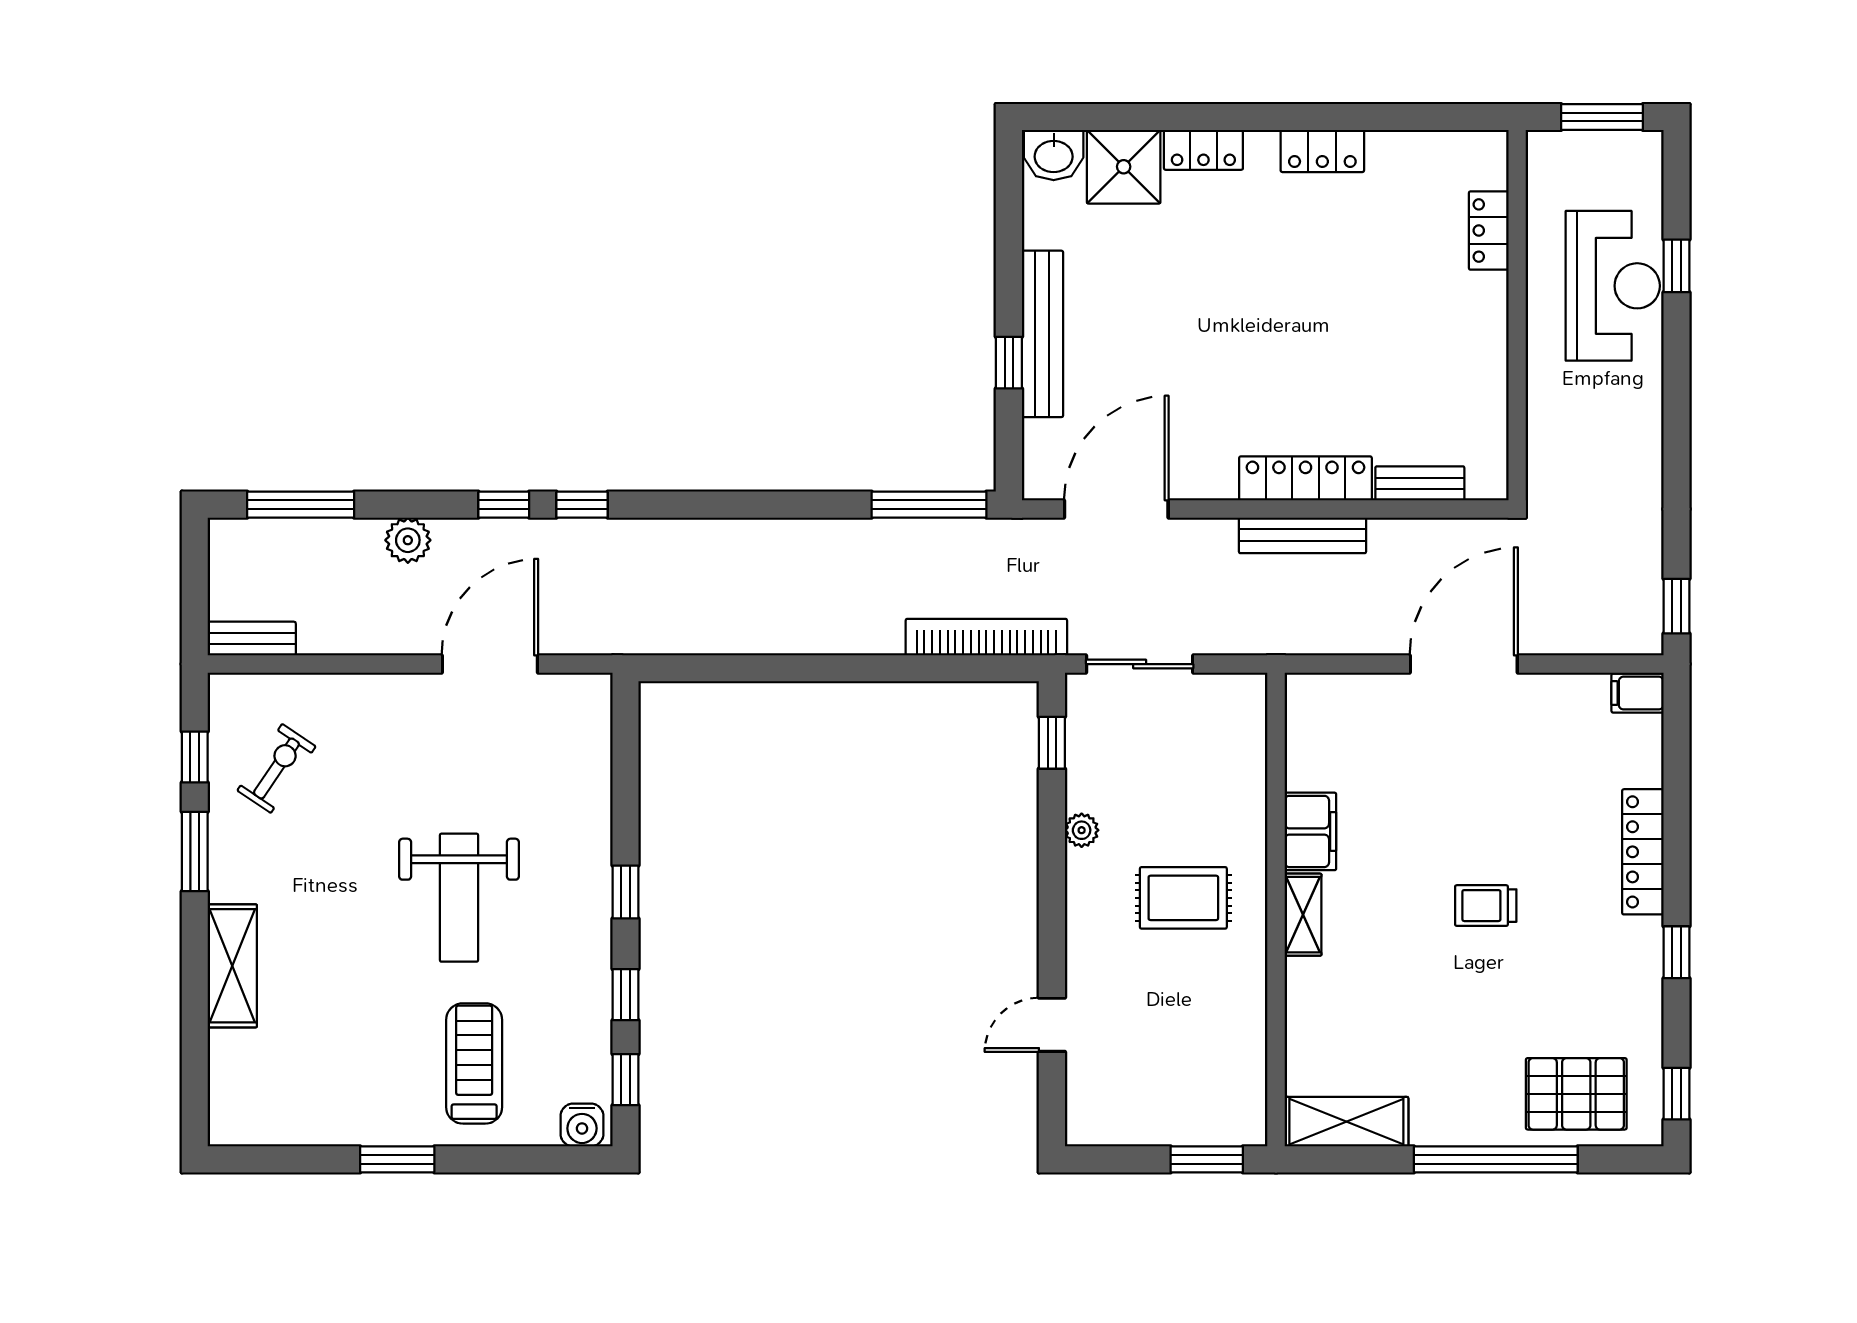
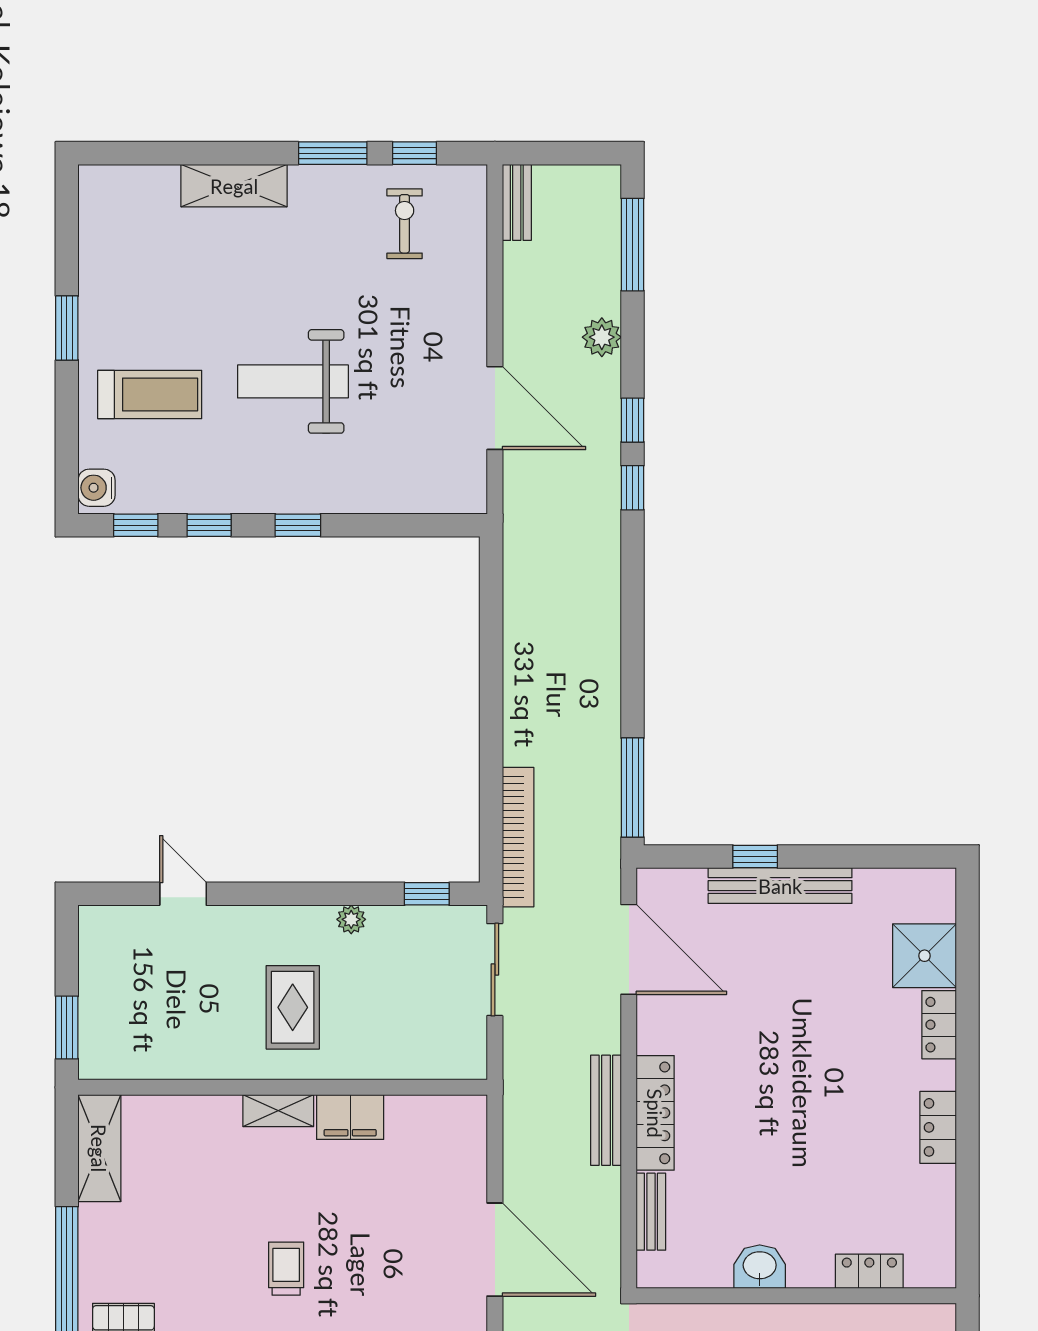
washbasin: (1054, 155) -> (760, 1267), moved, turned 90
exercise bike: (276, 768) -> (405, 224), turned -124

